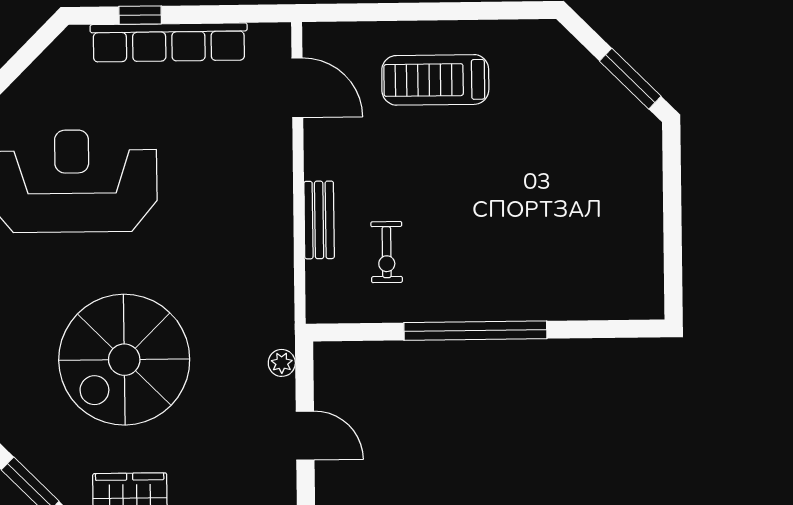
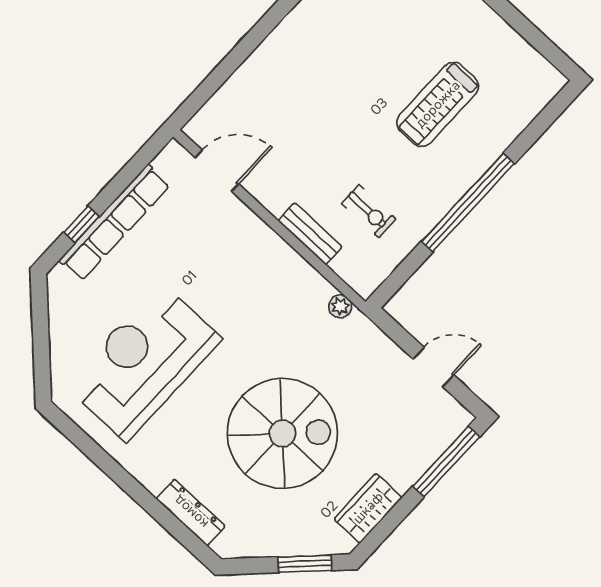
treadmill: (435, 80) -> (438, 104), moved
spiral stairs: (124, 360) -> (282, 433), turned -90
plant: (282, 363) -> (340, 306), moved

